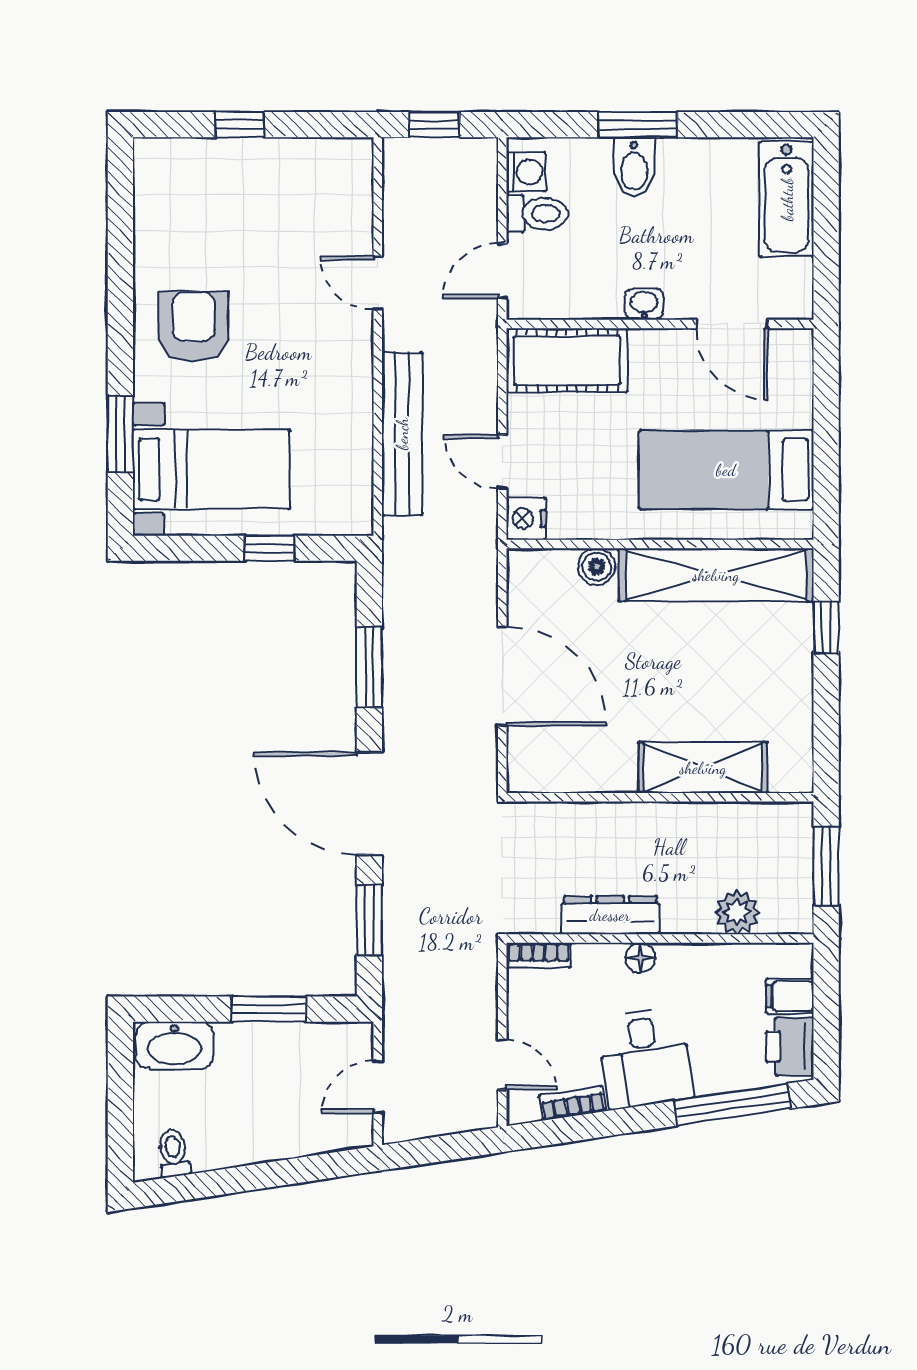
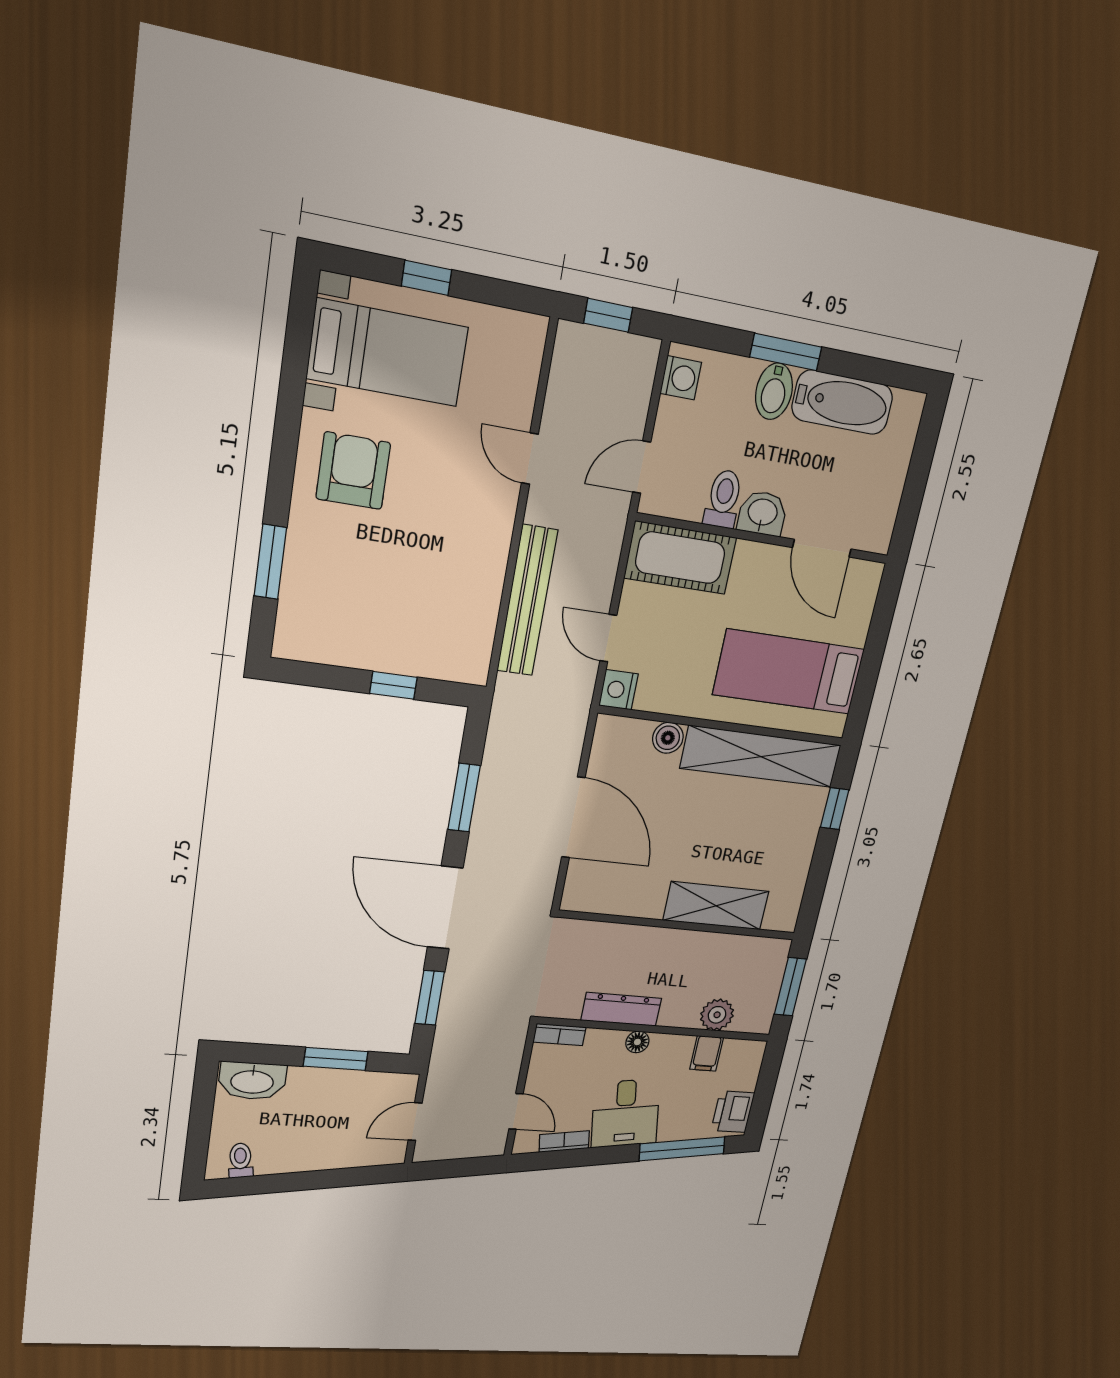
bathtub: (787, 199) -> (842, 402), moved, turned -90
toilet: (537, 214) -> (723, 499), moved, turned -90
washbasin: (644, 304) -> (762, 513), width x1.38, depth x1.45
bed with nightstands: (211, 469) -> (388, 353), moved
filing cabinet: (790, 996) -> (707, 1053), moved, turned -90

